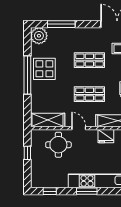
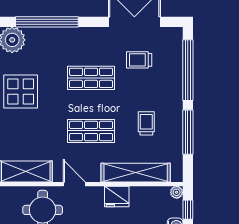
window: (61, 24) -> (47, 22), width x1.46

